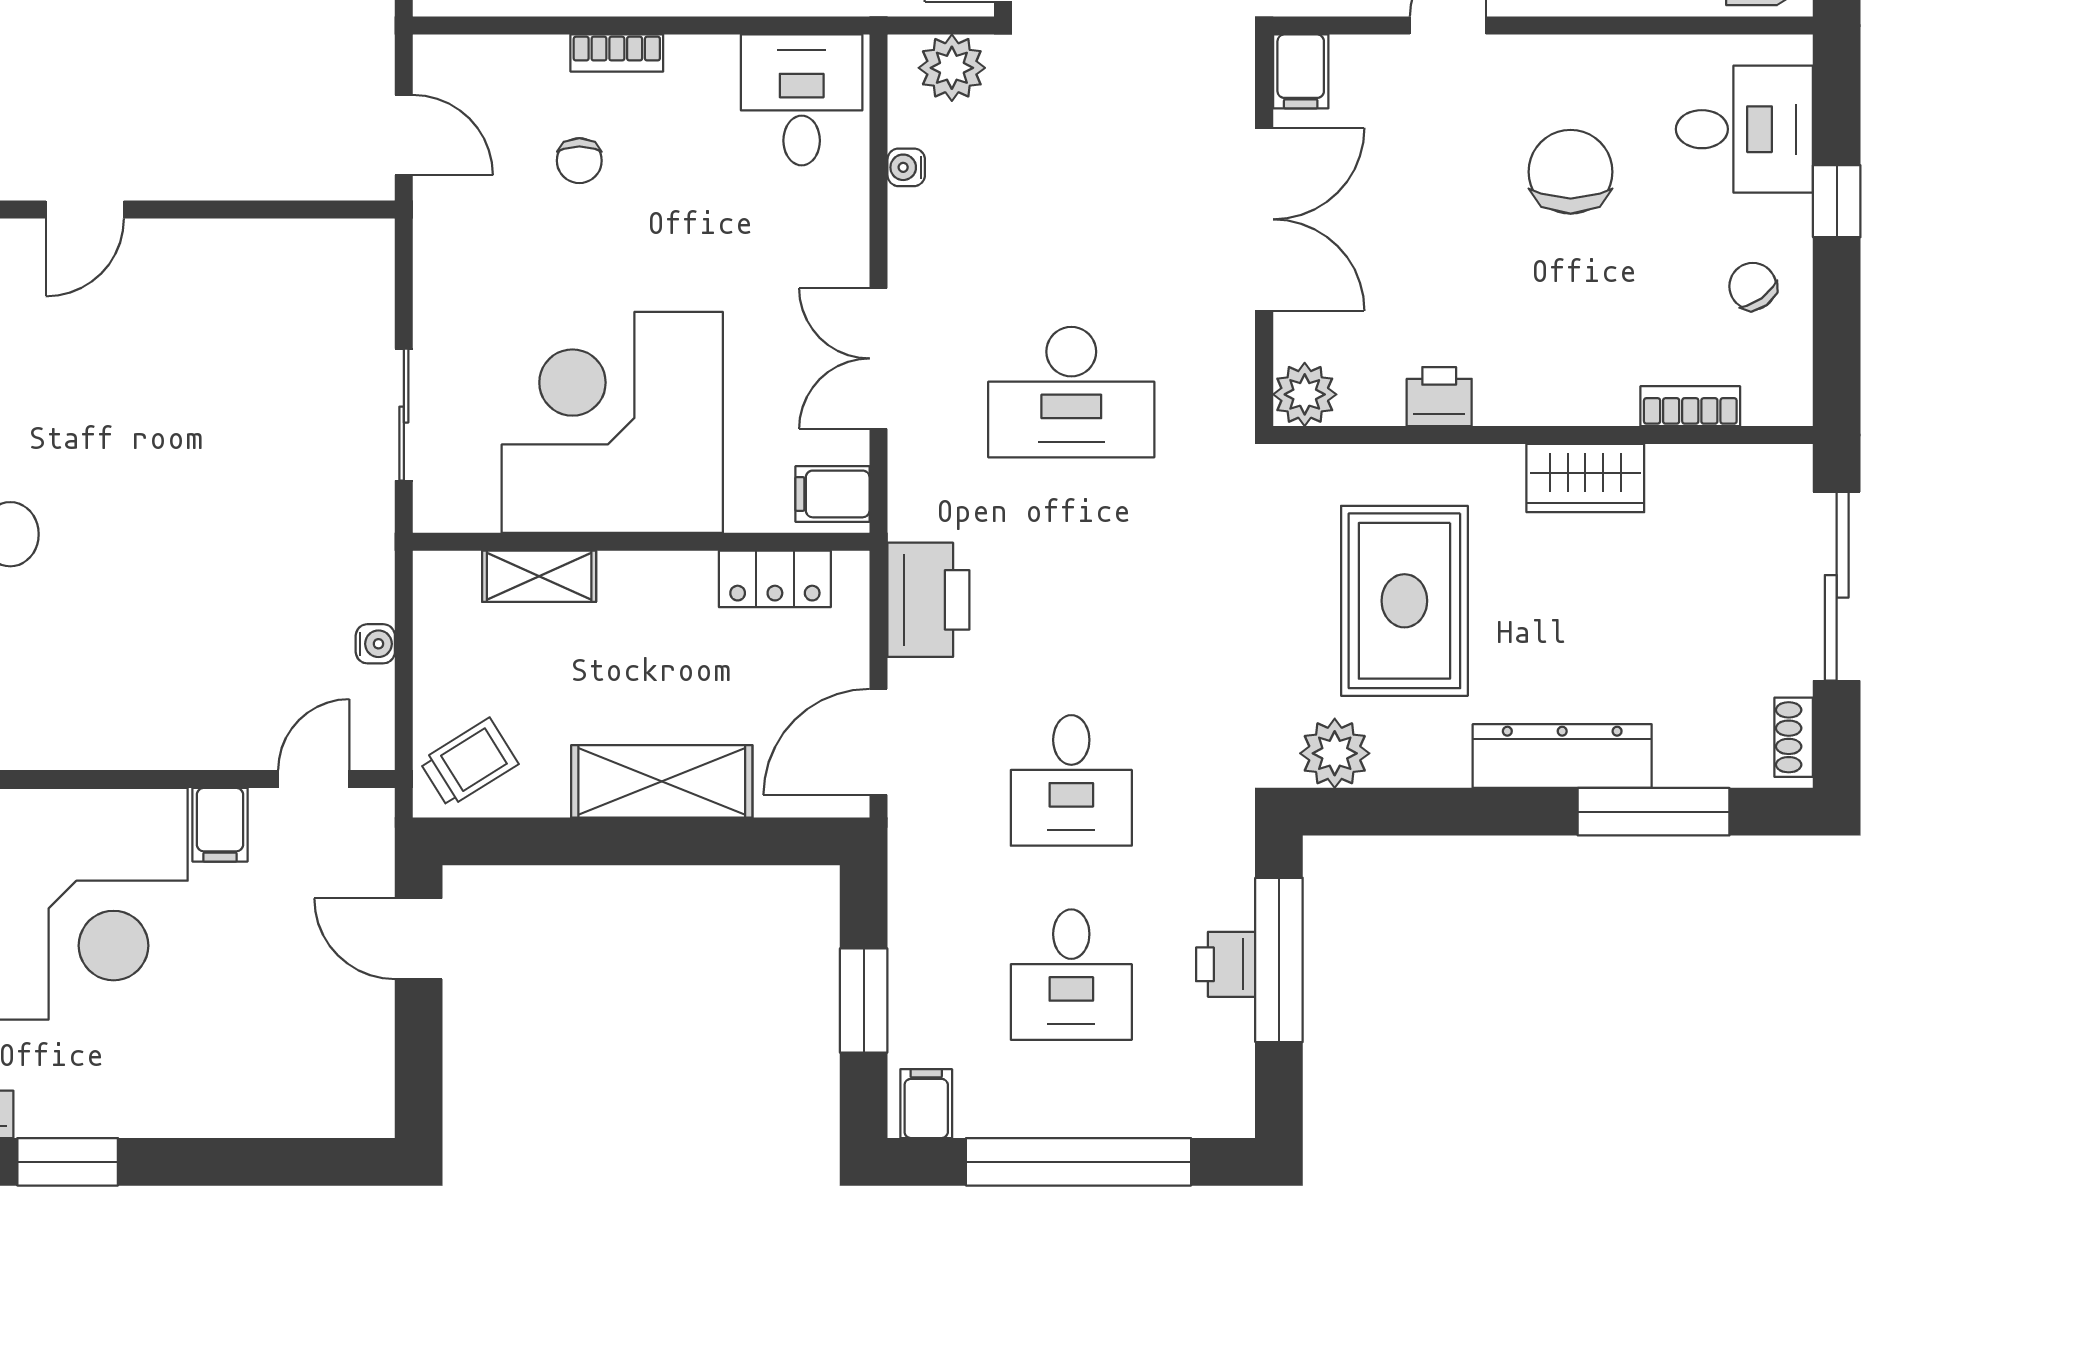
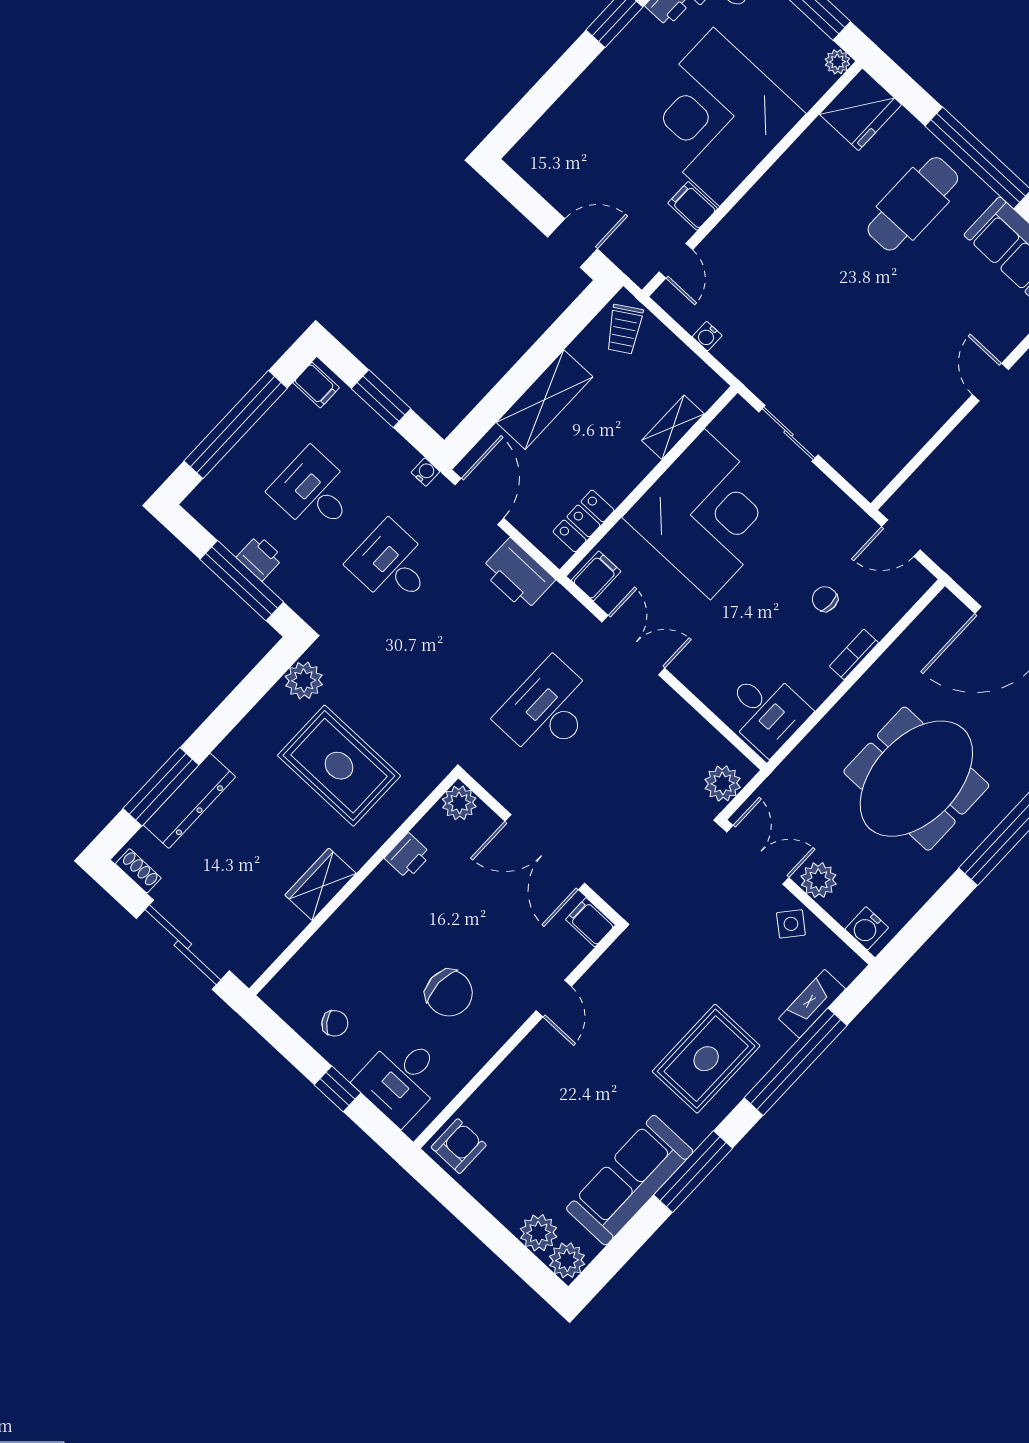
water cooler: (906, 167) -> (425, 472), moved
bookcase: (1690, 406) -> (310, 953), removed
dresser: (1562, 756) -> (189, 801), moved

